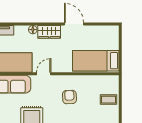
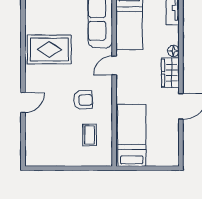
door: (44, 74) -> (114, 66), swing flipped
coffee table: (109, 100) -> (90, 135), moved

